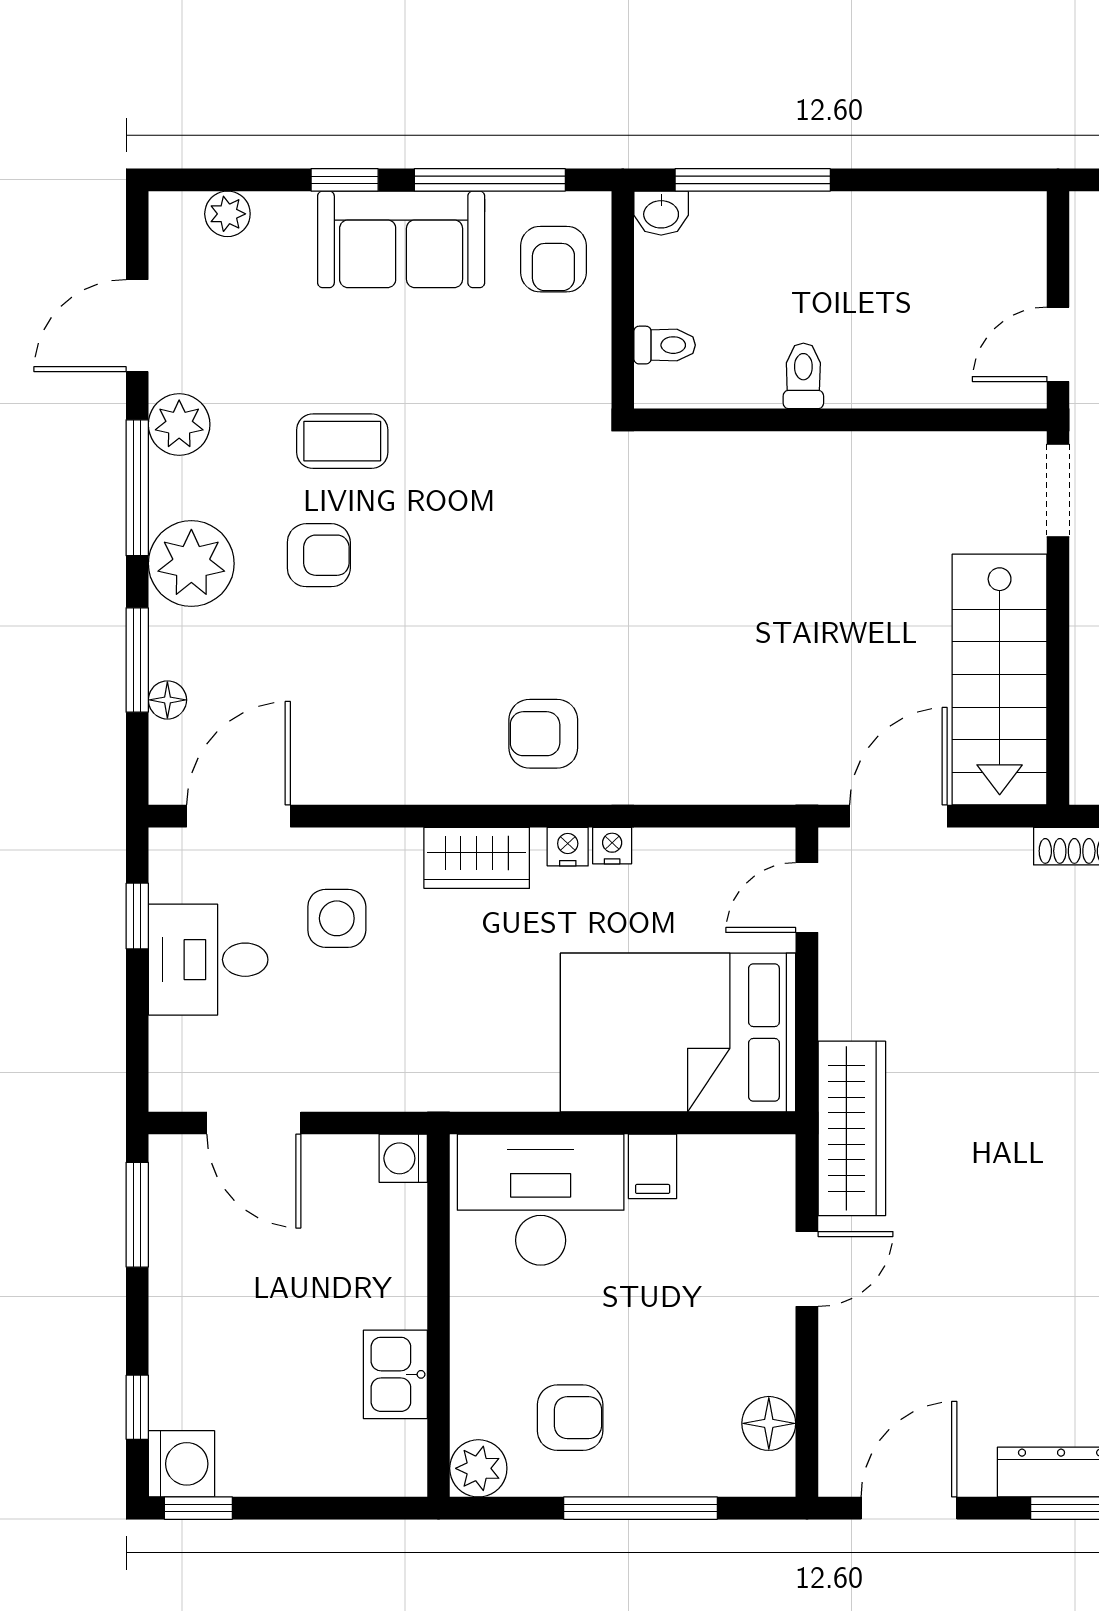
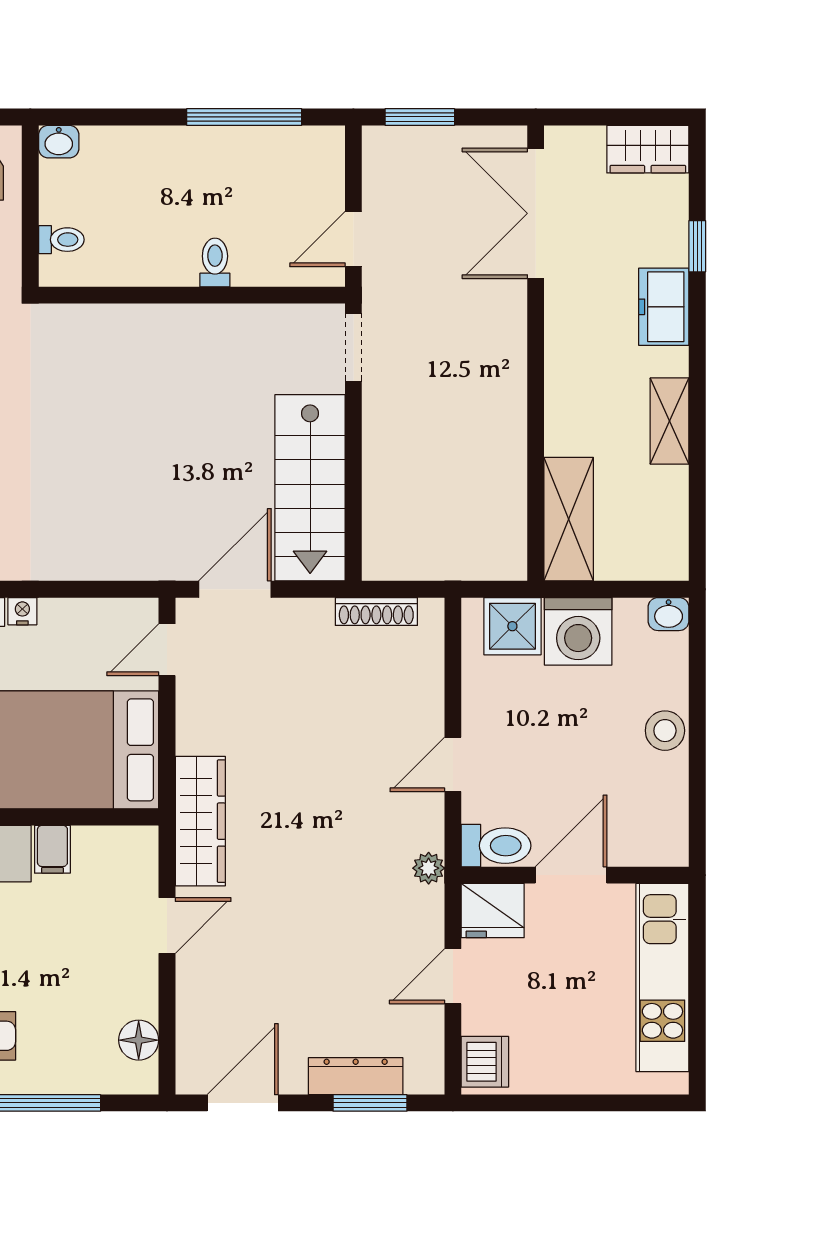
window: (753, 180) -> (244, 117), moved
toilet: (803, 376) -> (215, 262), moved

